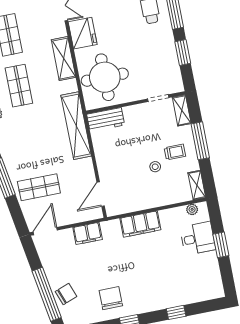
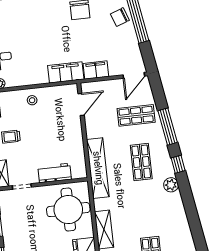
shop shelf: (19, 86) -> (141, 162), moved
workbench: (106, 120) -> (55, 173), moved
stool: (155, 167) -> (32, 100), moved
filing cabinet: (140, 224) -> (66, 72), moved

